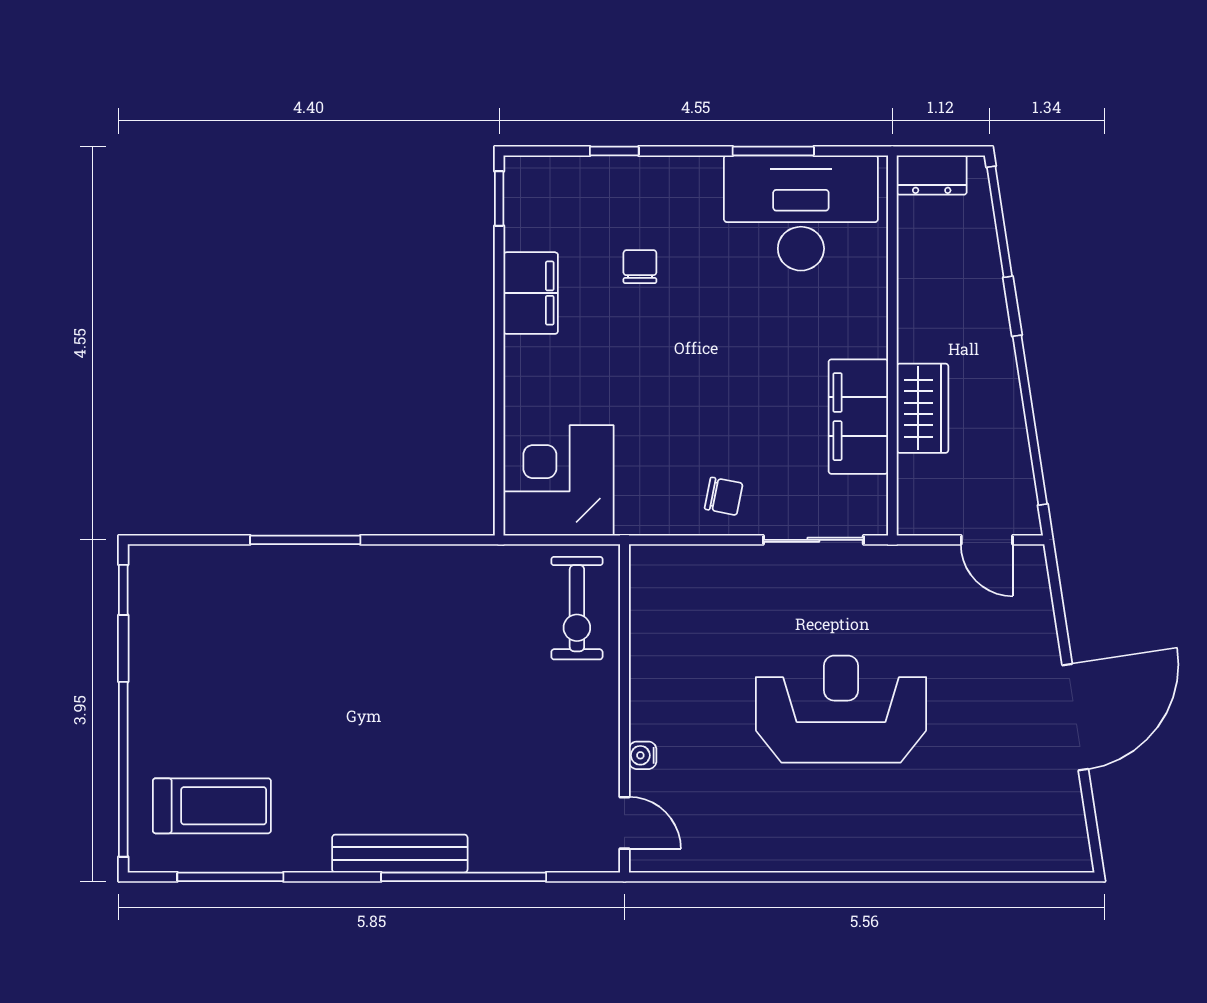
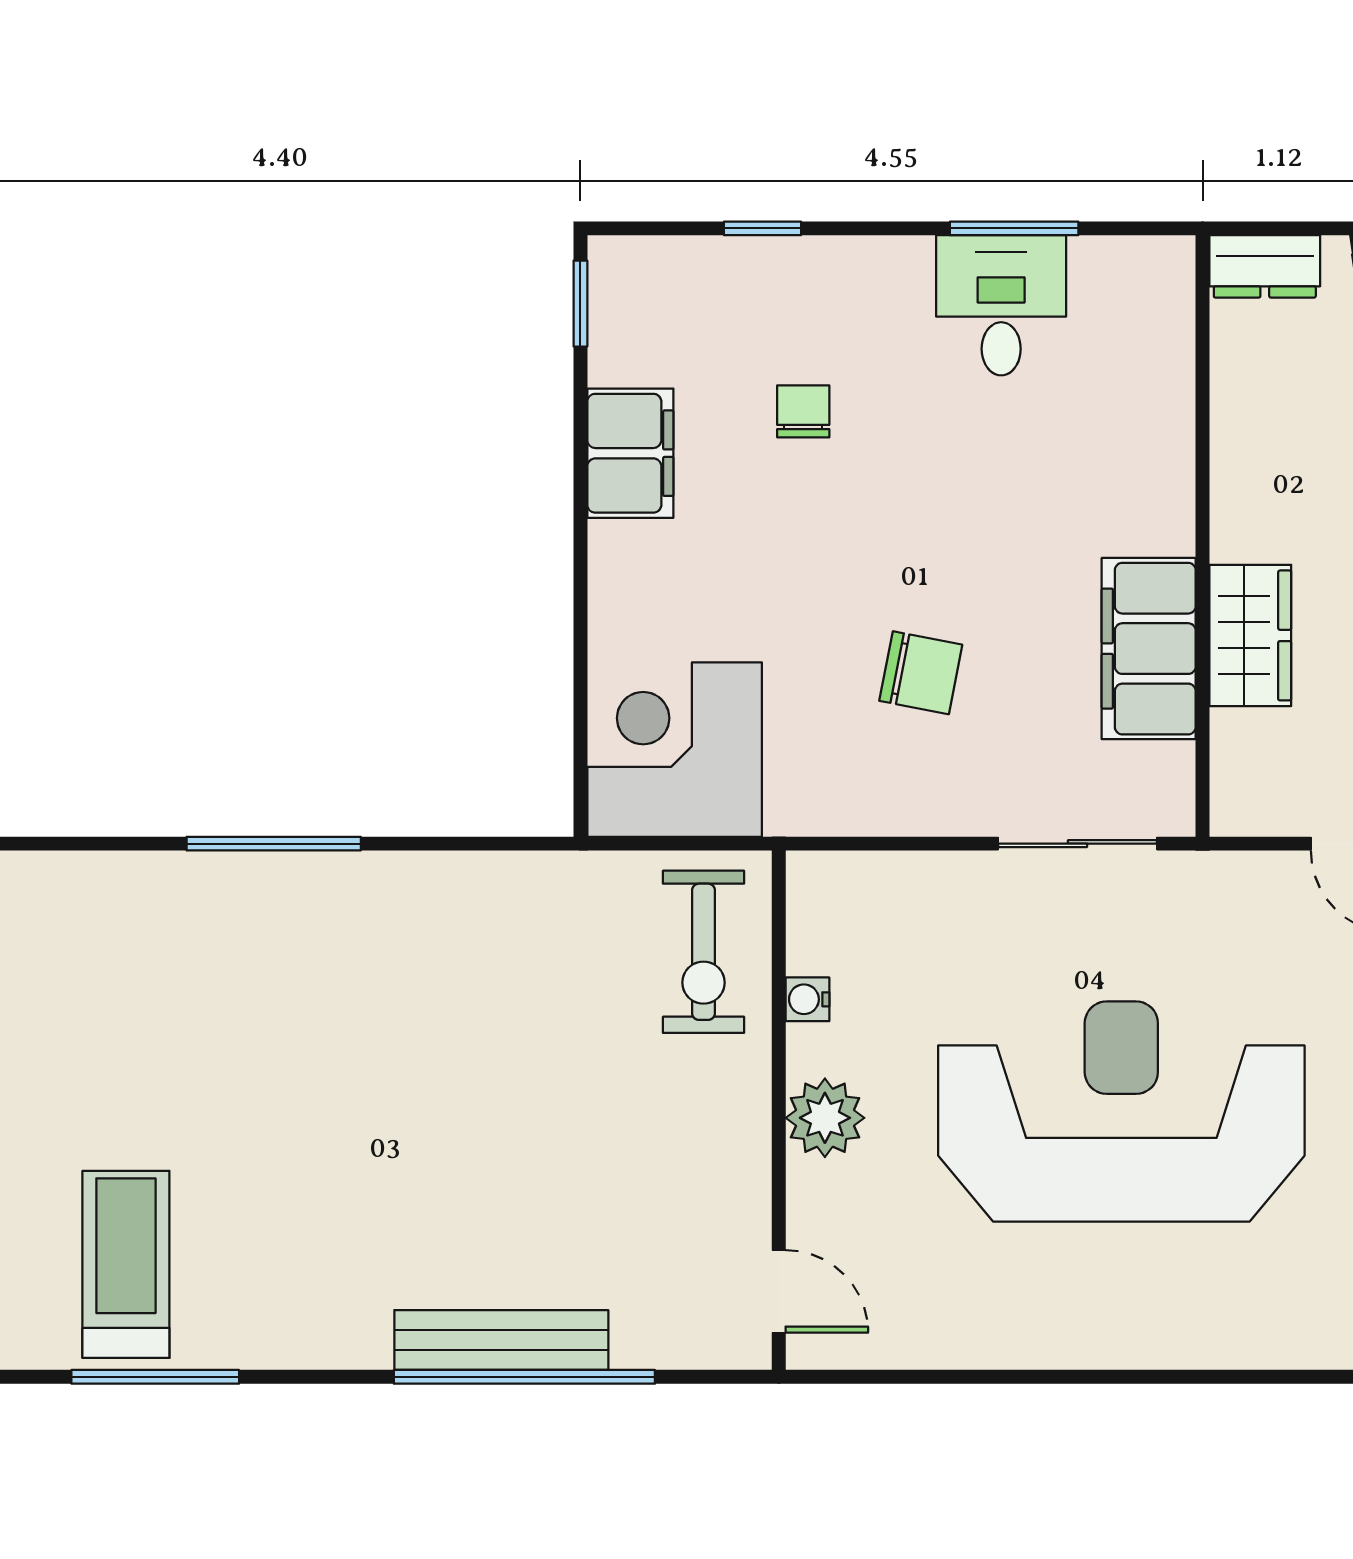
desk: (801, 213) -> (1001, 305), width x0.53, depth x0.77
chair: (724, 496) -> (921, 673), moved, width x1.37, depth x1.37
reception desk: (841, 709) -> (1121, 1111), width x1.36, depth x1.30
plant: (654, 713) -> (825, 1118), added
water cooler: (643, 755) -> (807, 999), moved
treadmill: (212, 806) -> (126, 1264), turned -90
bench: (400, 854) -> (501, 1340), moved

